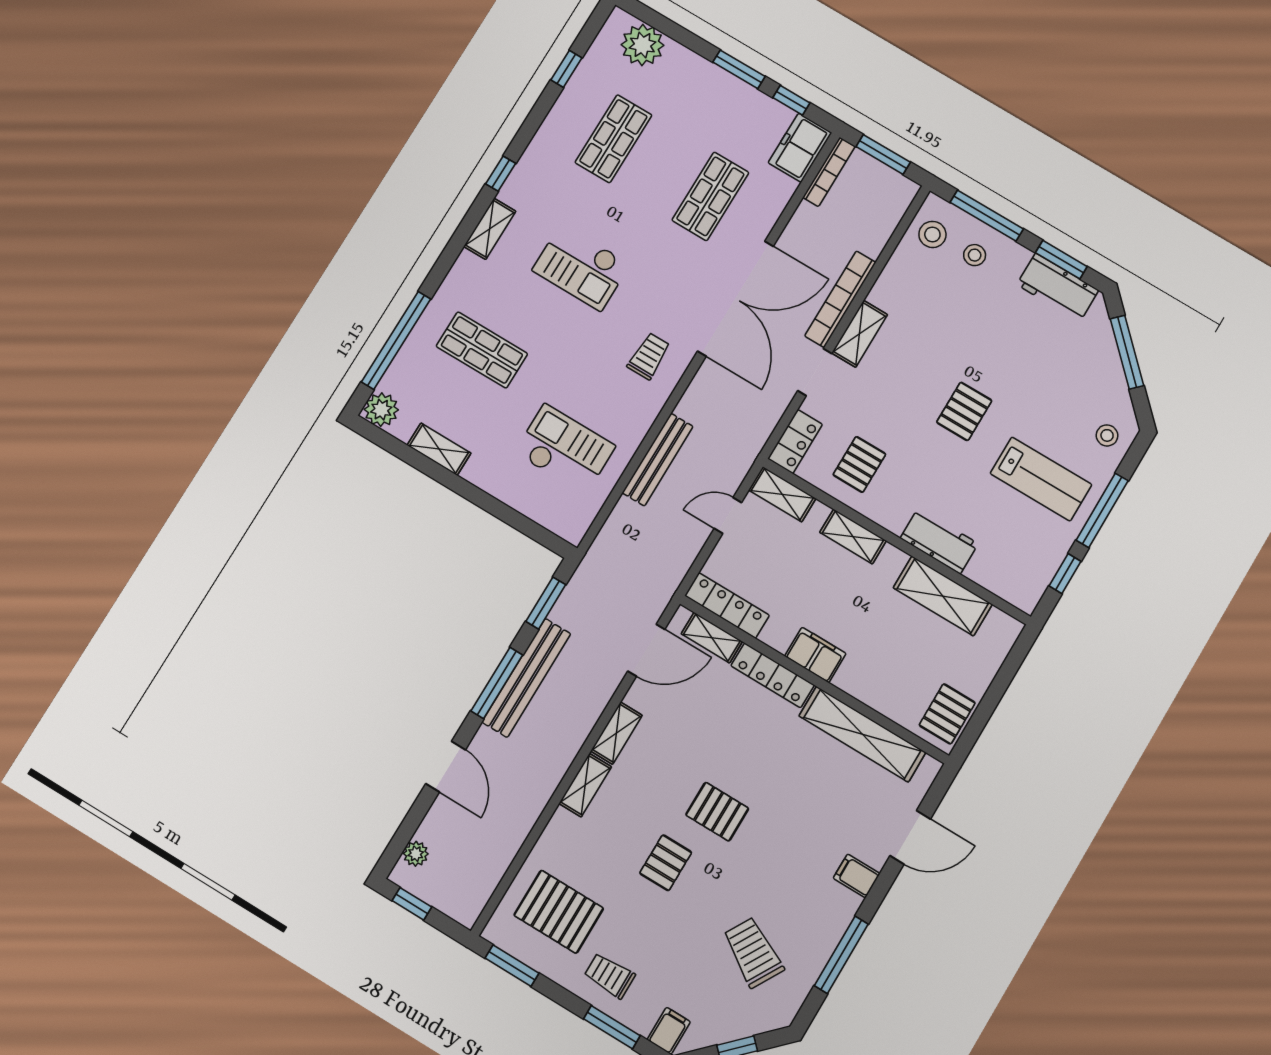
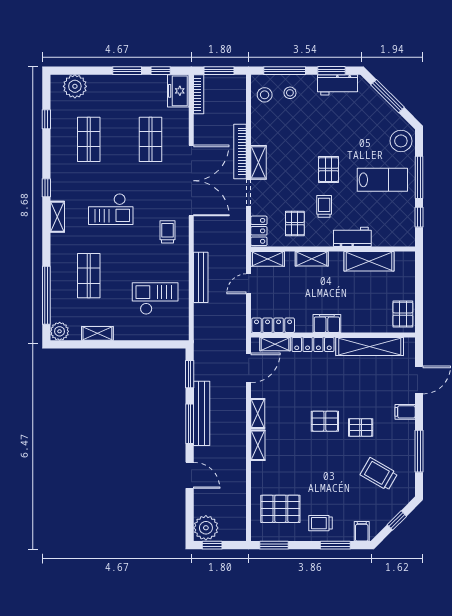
shop shelf: (482, 350) -> (89, 276), turned 90
stool: (1107, 435) -> (401, 141), width x1.89, depth x1.89
trolley: (922, 465) -> (324, 206), added
plant: (416, 854) -> (206, 528), width x1.87, depth x1.87
pallet: (666, 863) -> (361, 427), moved, turned 90

